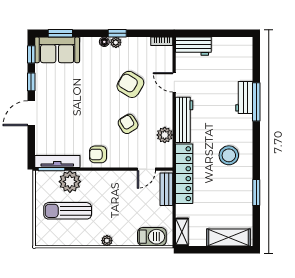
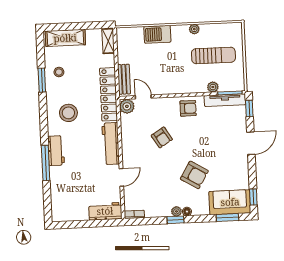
window: (31, 82) -> (249, 108), moved
door: (174, 82) -> (121, 177), hinge flipped
armchair: (130, 84) -> (194, 175), moved
workbench: (244, 98) -> (56, 151), moved
plant: (165, 135) -> (127, 106), moved
door: (146, 169) -> (143, 97), hinge flipped
plant: (70, 182) -> (213, 87), width x0.53, depth x0.53
stool: (237, 200) -> (59, 72), added
barbecue: (152, 237) -> (157, 34), moved
plant: (107, 241) -> (194, 29), moved

